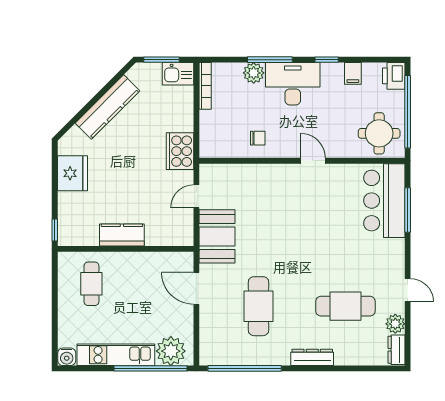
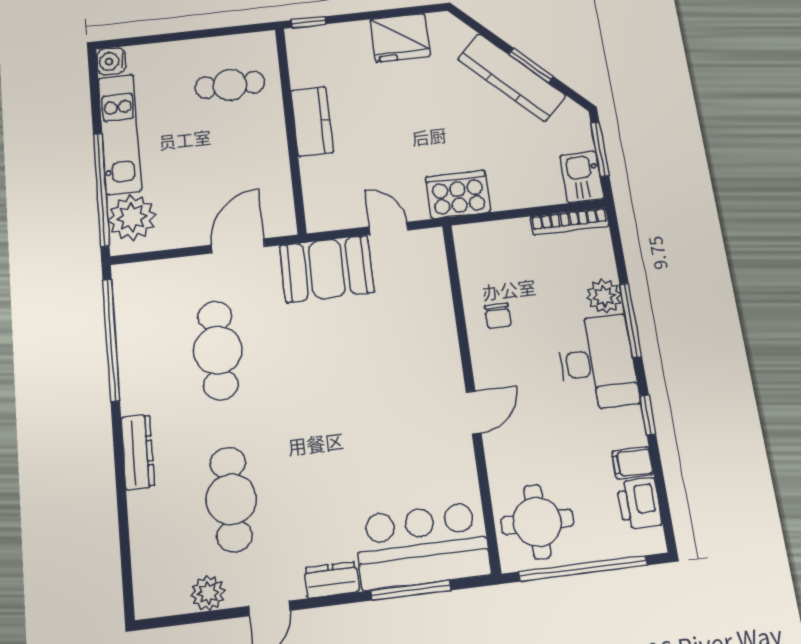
printer: (394, 76) -> (639, 504), moved, turned -90
window: (101, 93) -> (531, 65), added
cafe table: (258, 306) -> (218, 350), turned 90
dresser: (397, 350) -> (332, 580), moved

